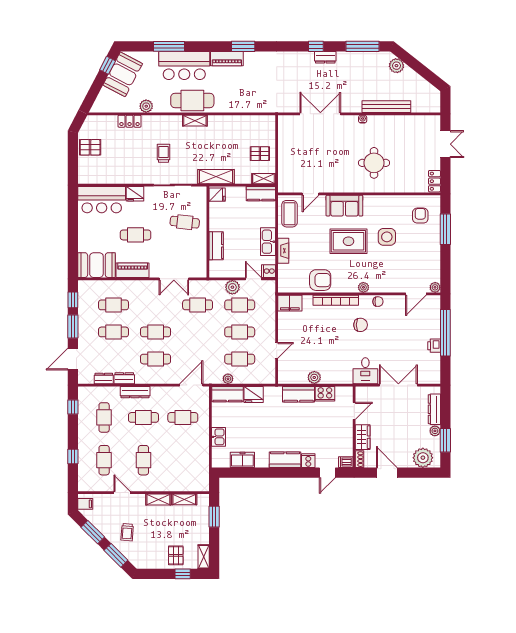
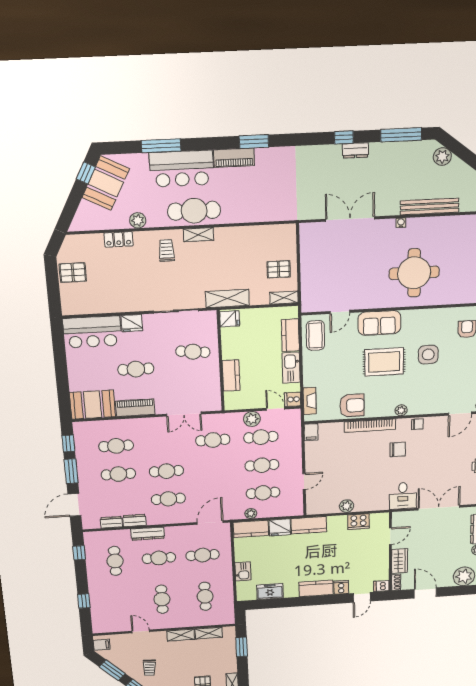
trolley: (164, 153) -> (167, 250), moved
round table: (374, 163) -> (414, 273), width x1.36, depth x1.36
kitchen counter: (261, 194) -> (290, 335), moved, turned 90
fireplace: (283, 251) -> (310, 401), moved
filing cabinet: (290, 303) -> (311, 432), width x0.50
kitchen counter: (299, 394) -> (309, 525), moved
cafe table: (104, 460) -> (205, 596), moved

